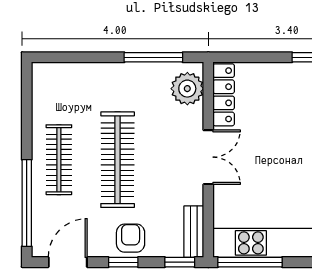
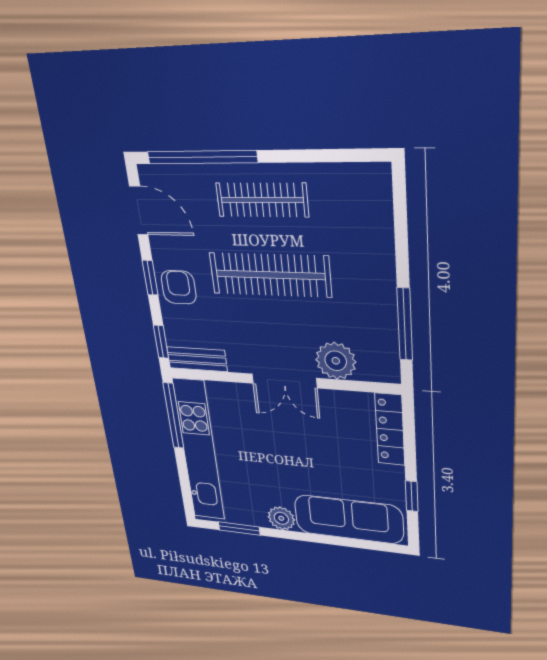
plant: (187, 89) -> (336, 361), moved
locker: (224, 95) -> (390, 429), moved, turned 90
armchair: (131, 238) -> (179, 287), turned -90

